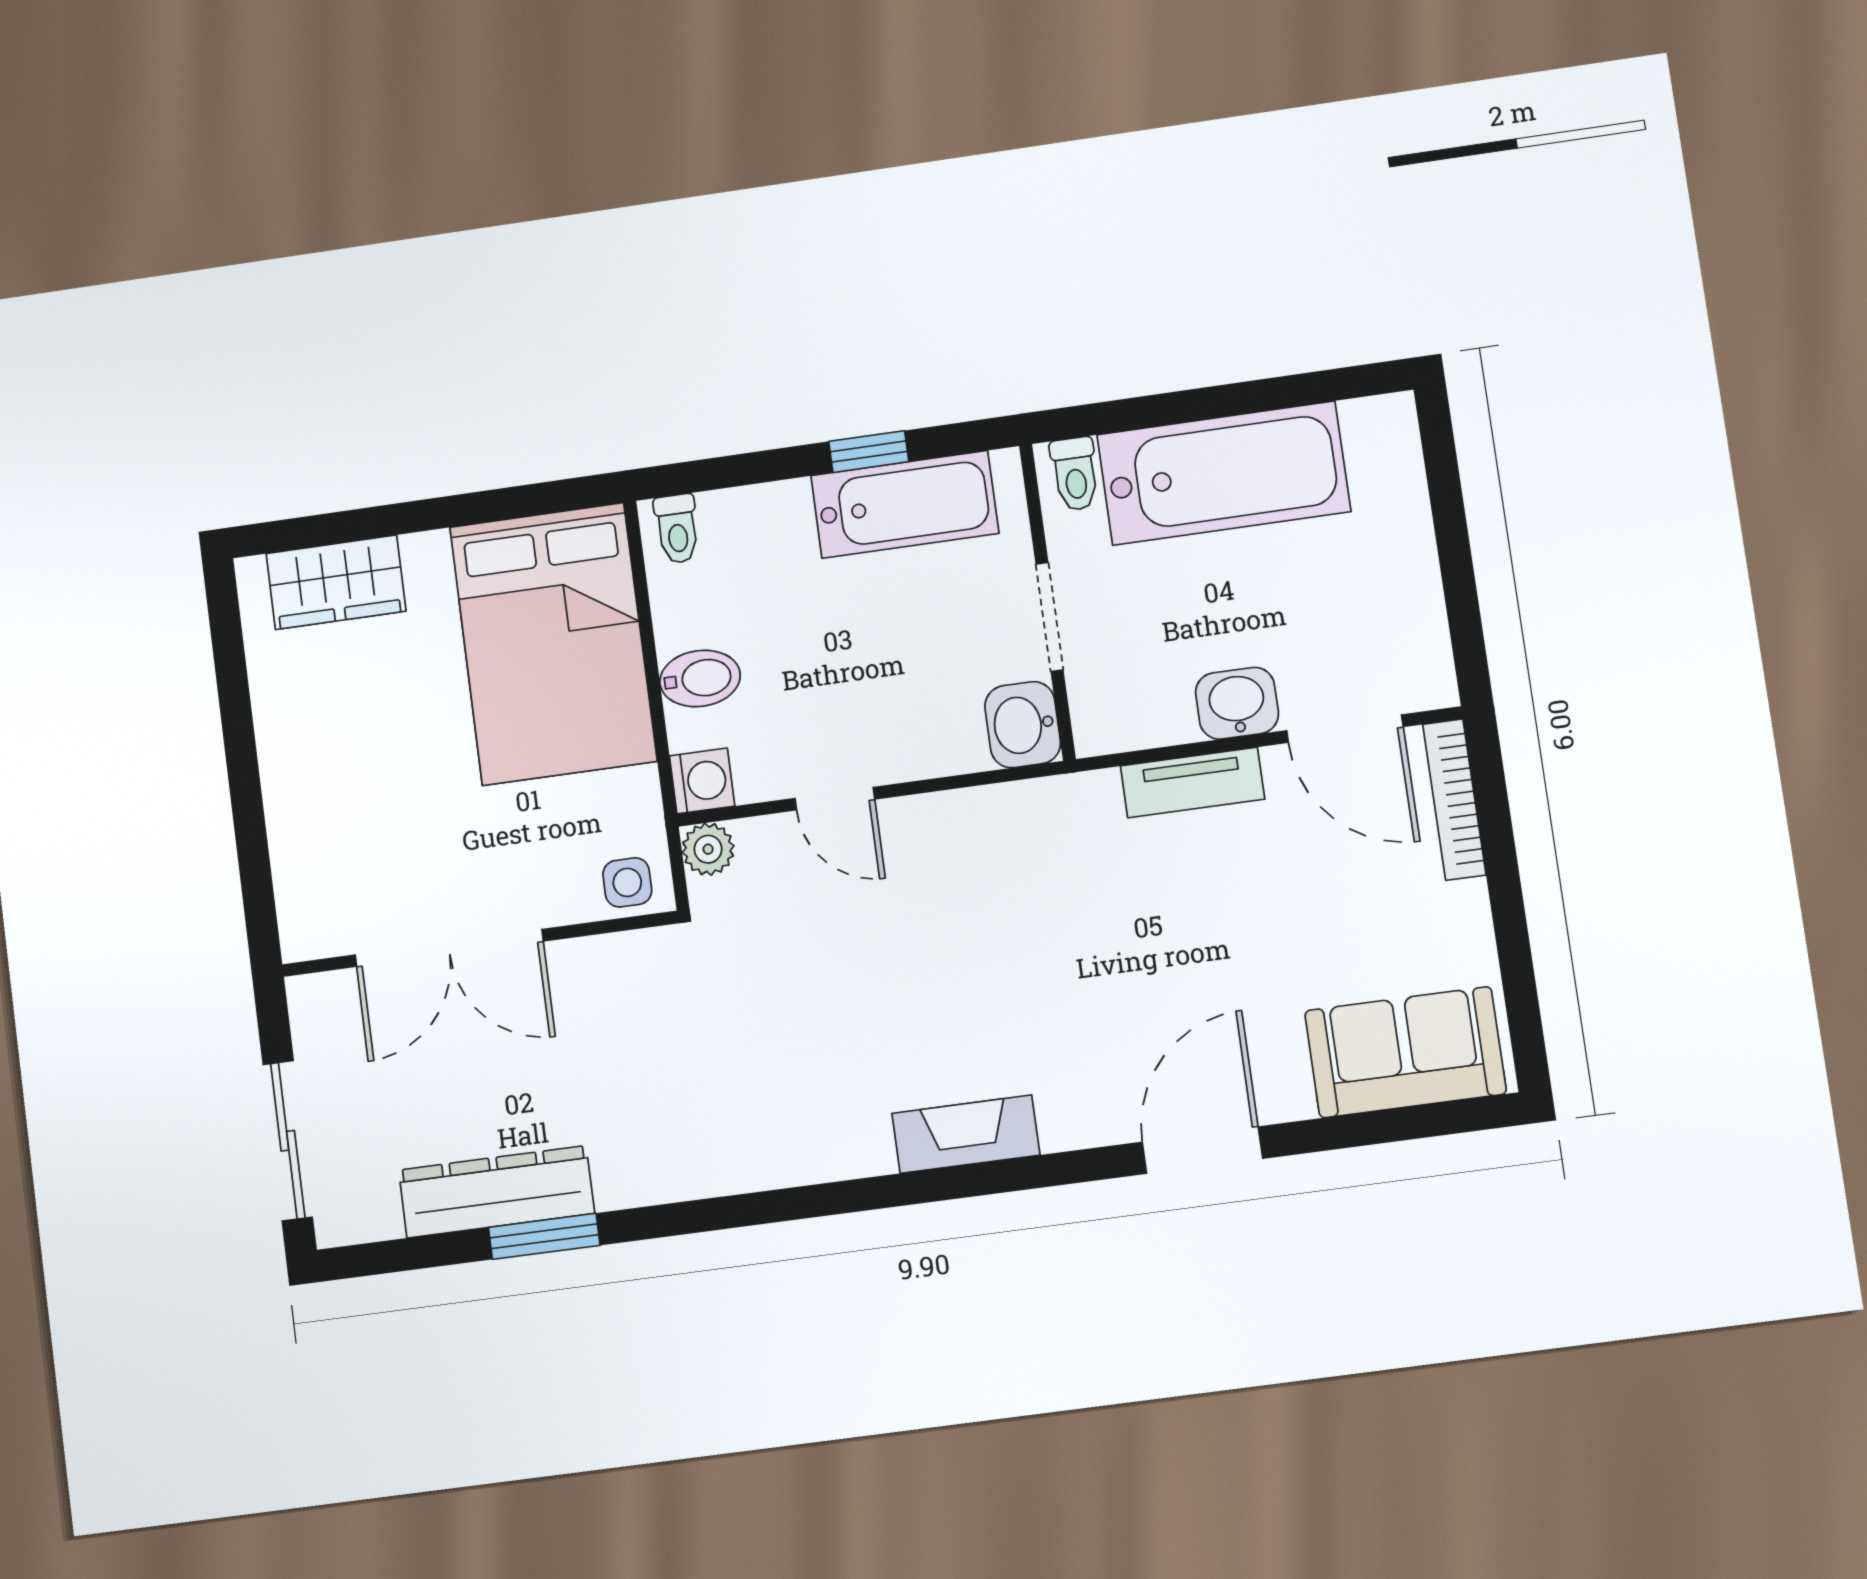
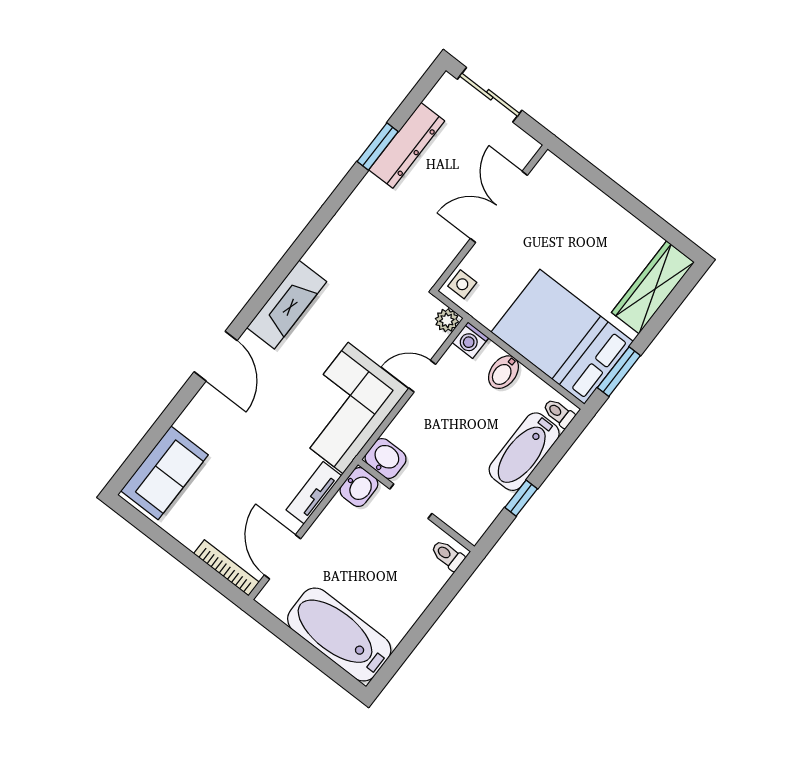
bathtub: (1224, 473) -> (339, 634), moved, turned 90
window: (519, 502) -> (619, 372), added
bathtub: (905, 504) -> (524, 452), moved
wardrobe: (336, 582) -> (653, 287), width x1.50
washbasin: (1237, 703) -> (359, 487), moved
door: (1345, 729) -> (283, 557), hinge flipped
corner sofa: (1007, 868) -> (346, 408), added
fireplace: (966, 1134) -> (287, 305), width x1.37, depth x1.32
door: (1202, 1150) -> (216, 356), moved

